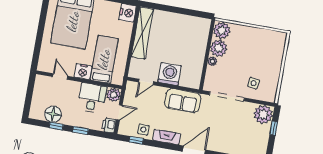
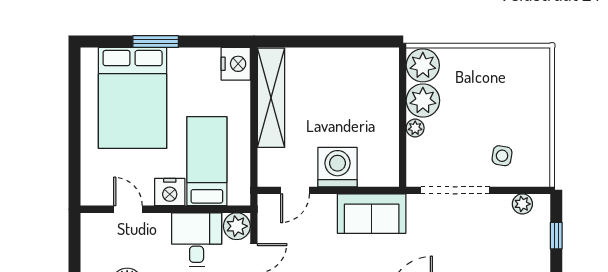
plant: (263, 114) -> (522, 204), width x0.53, depth x0.53

